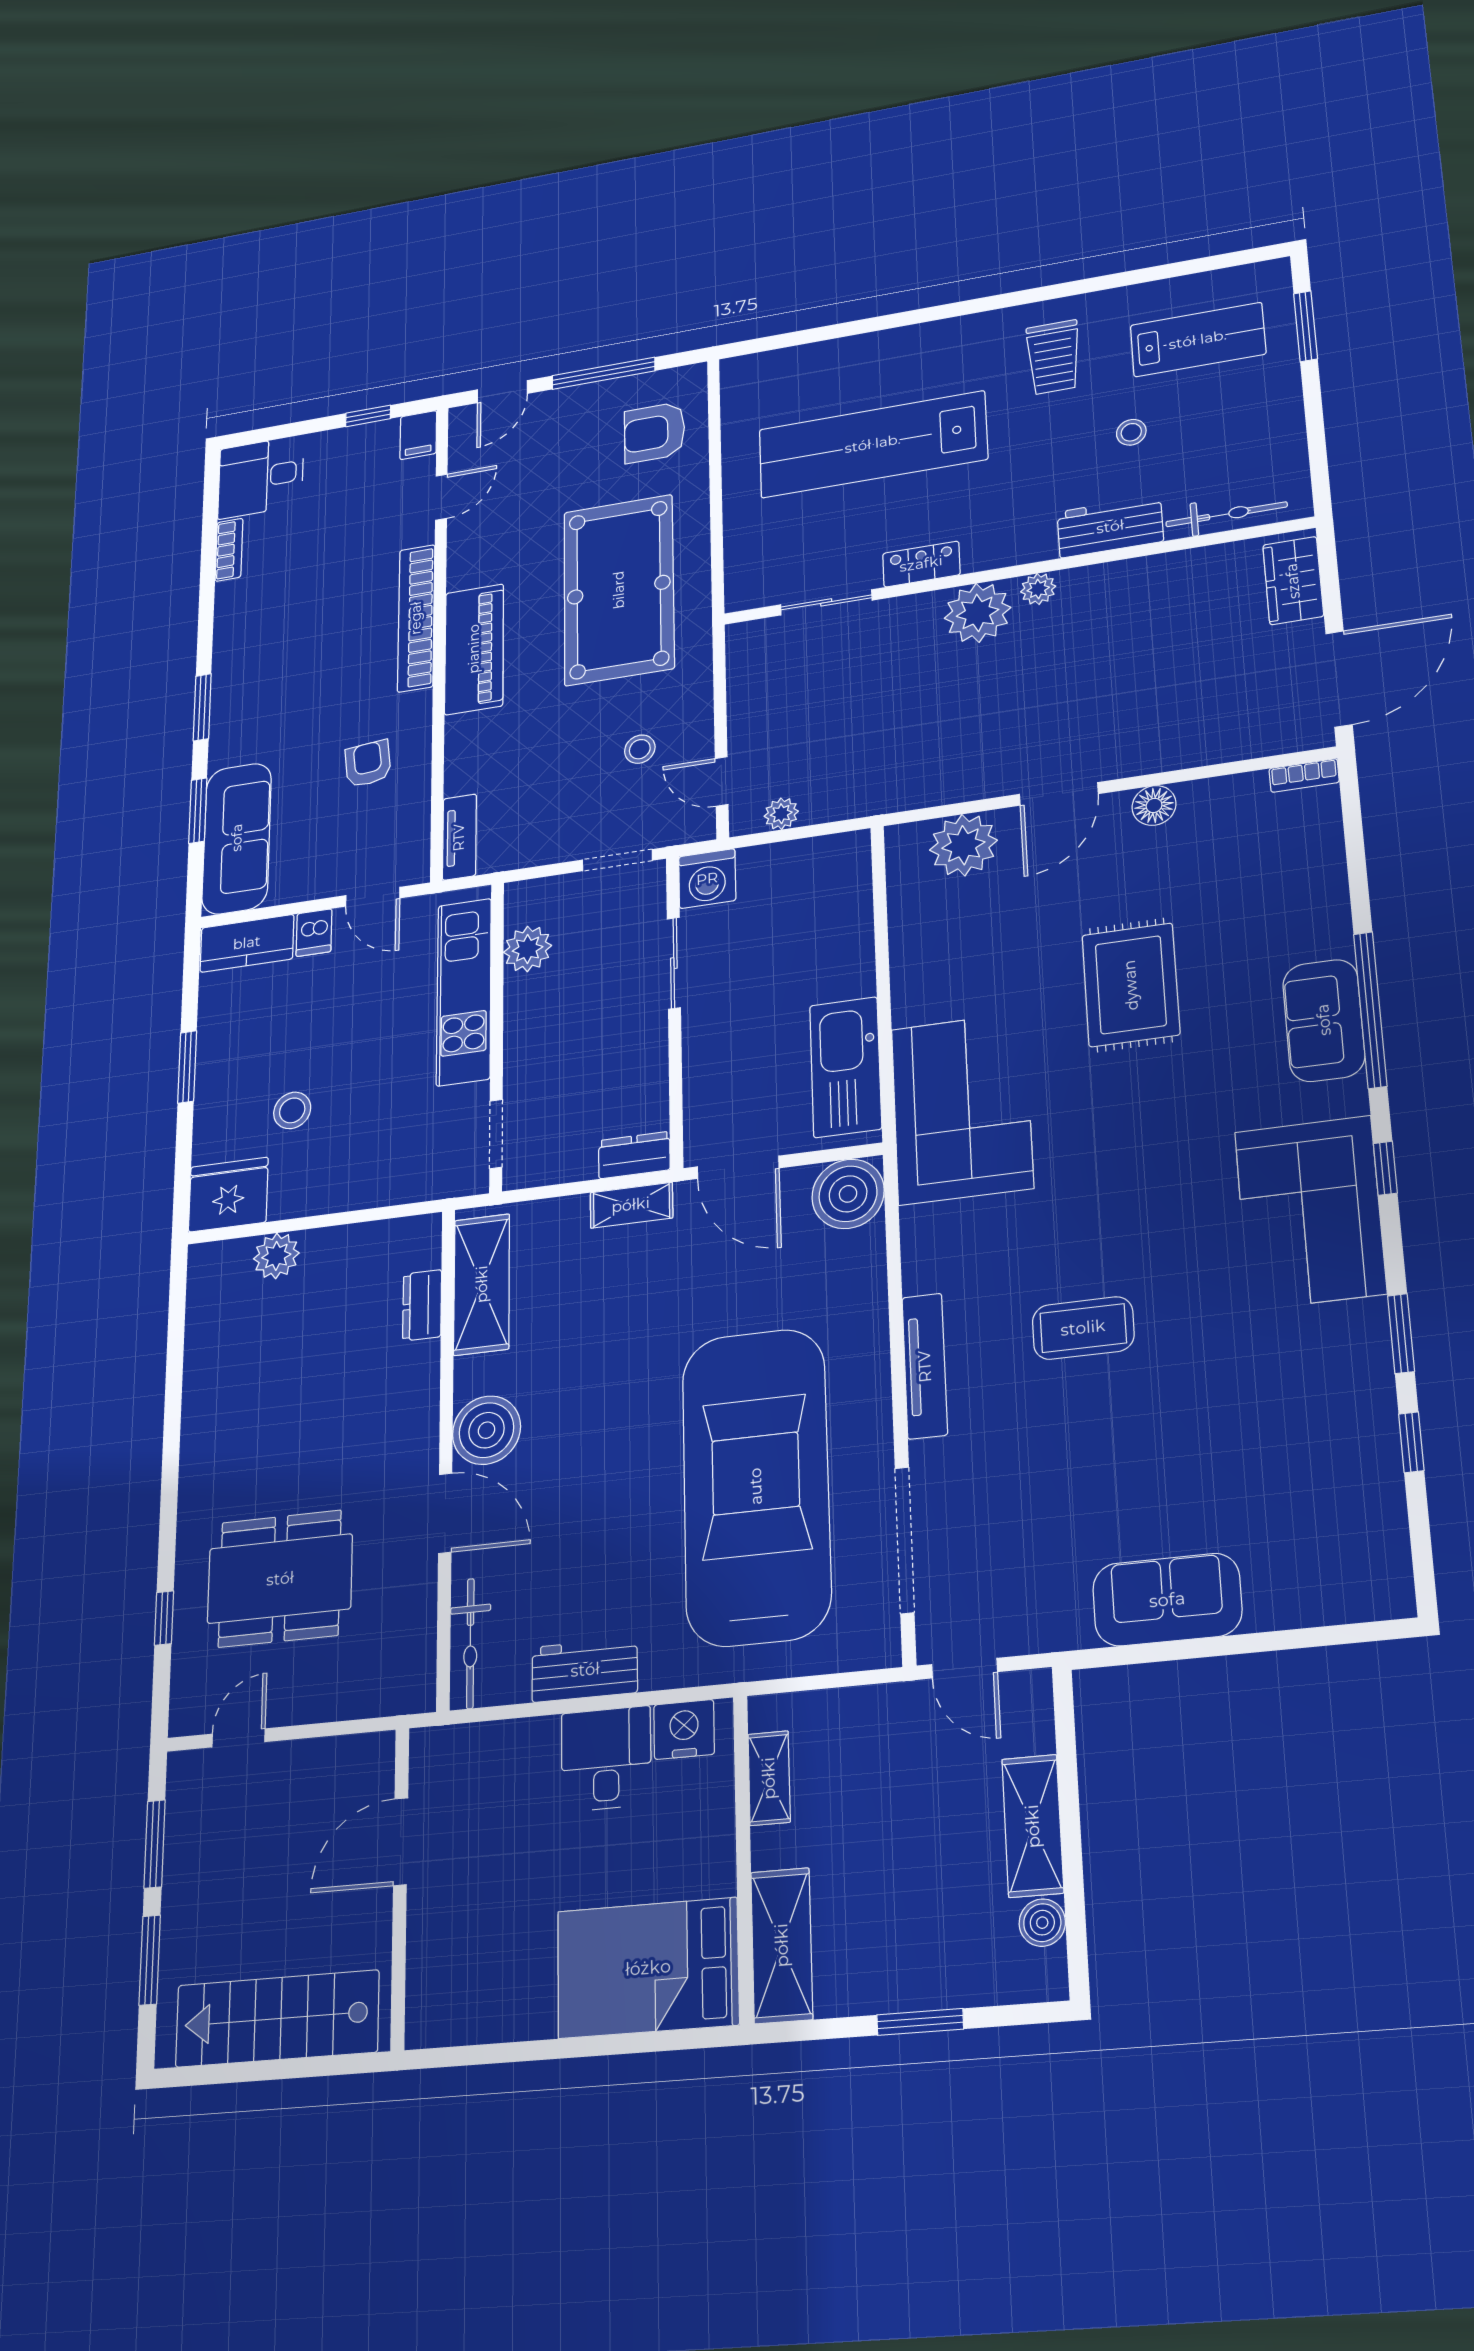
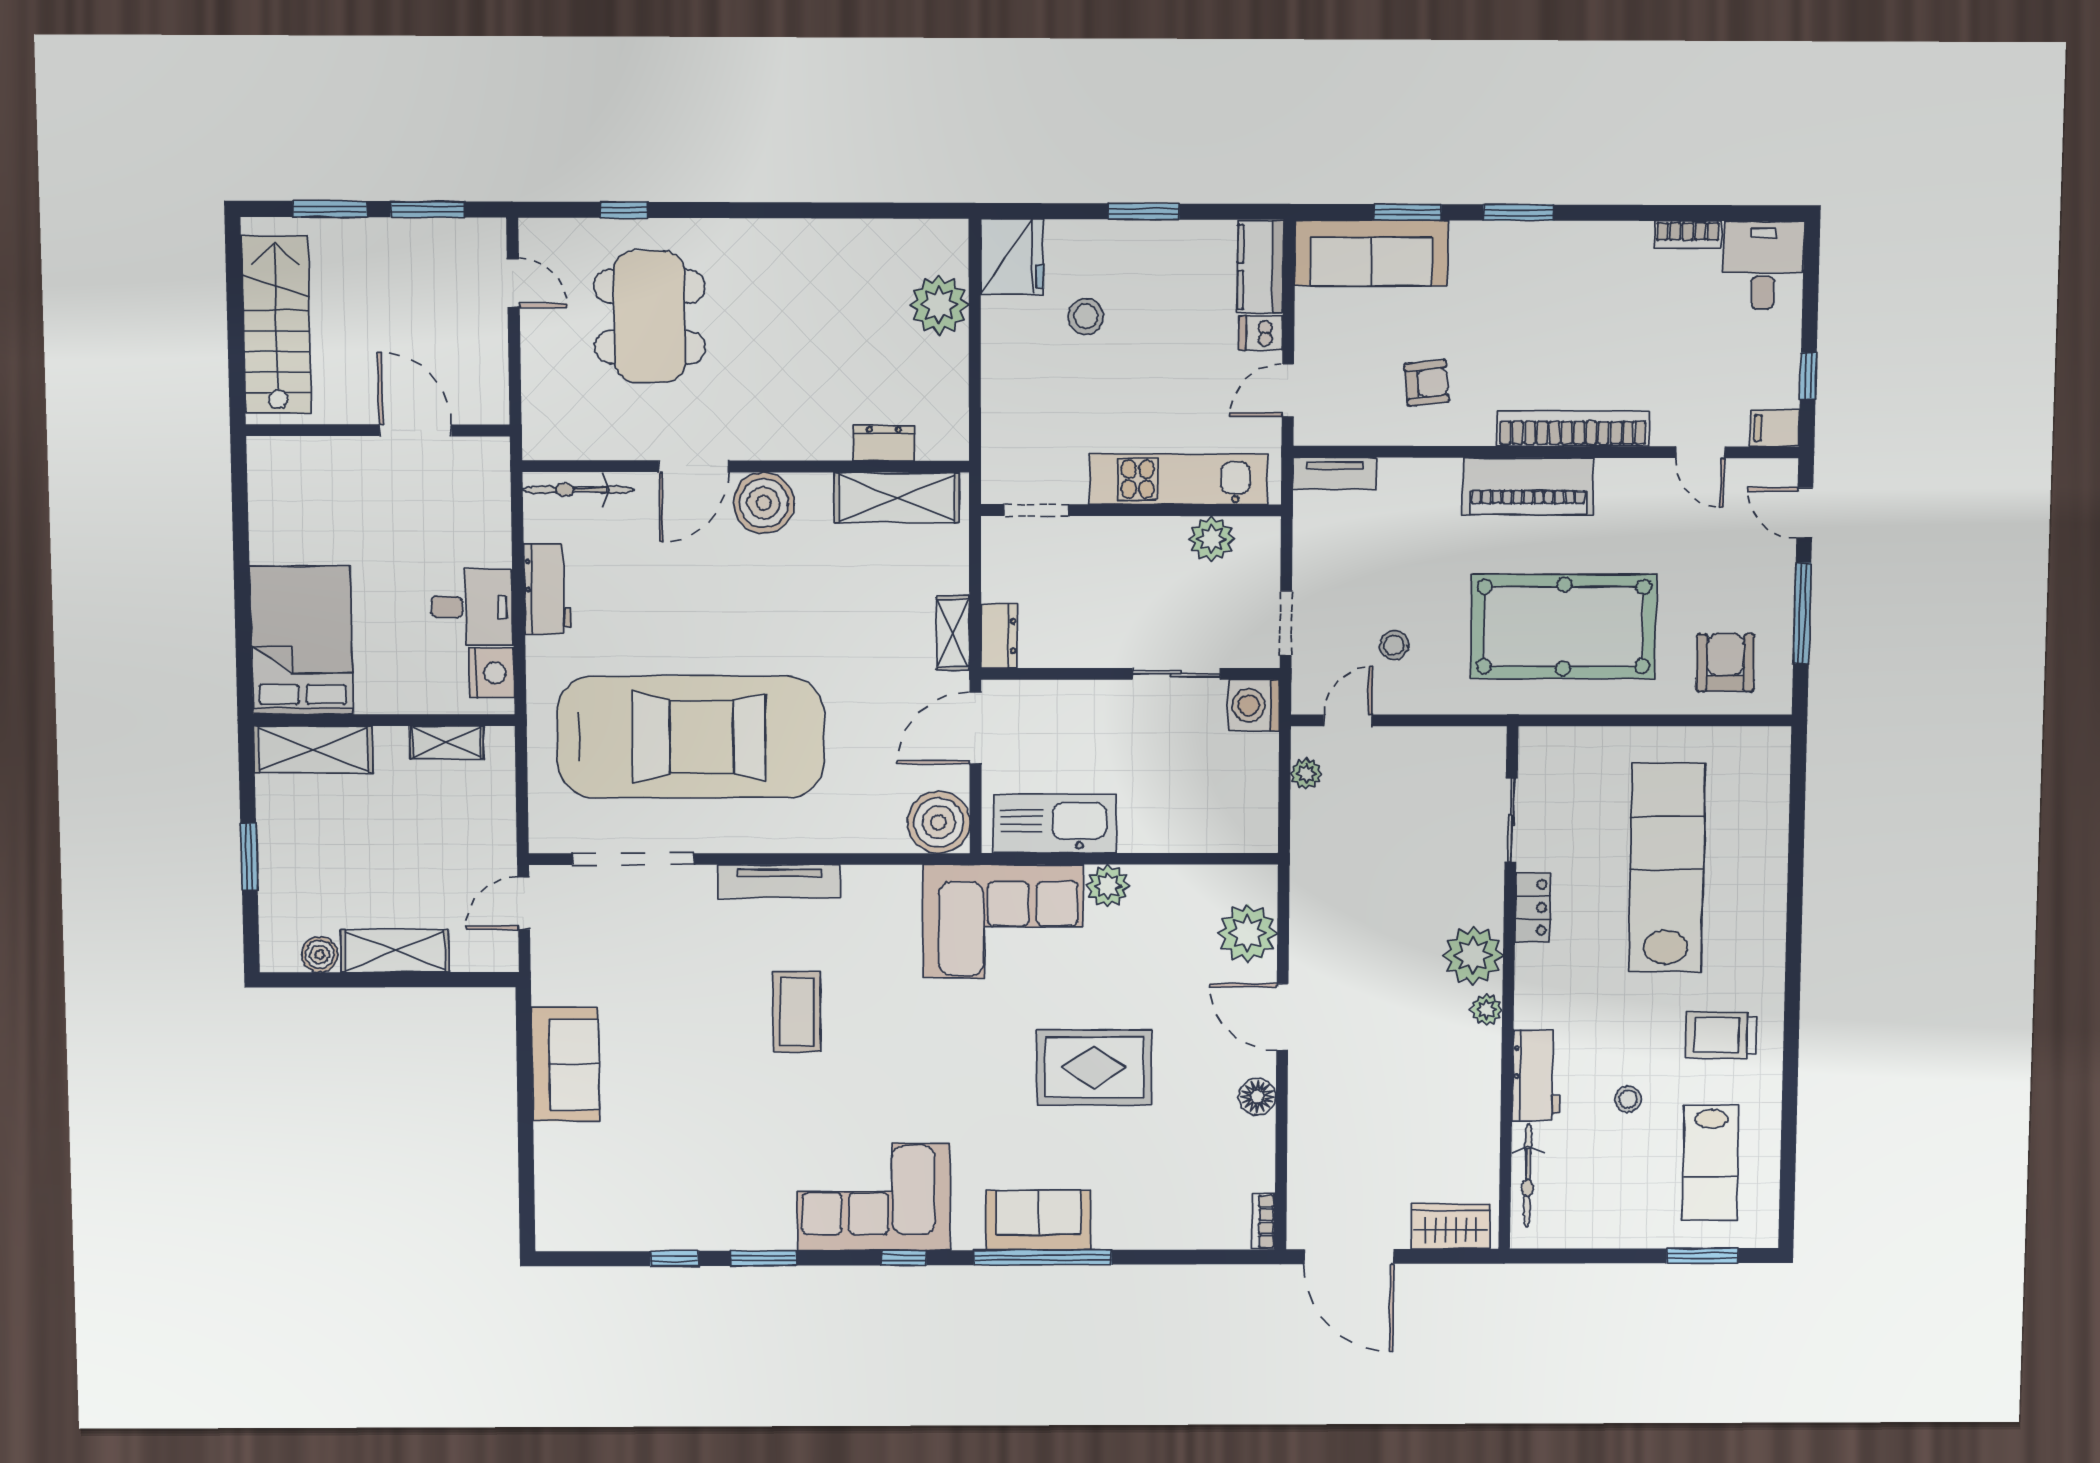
plant: (915, 1000) -> (1108, 886), added
plant: (276, 1256) -> (939, 305), width x1.36, depth x1.36

